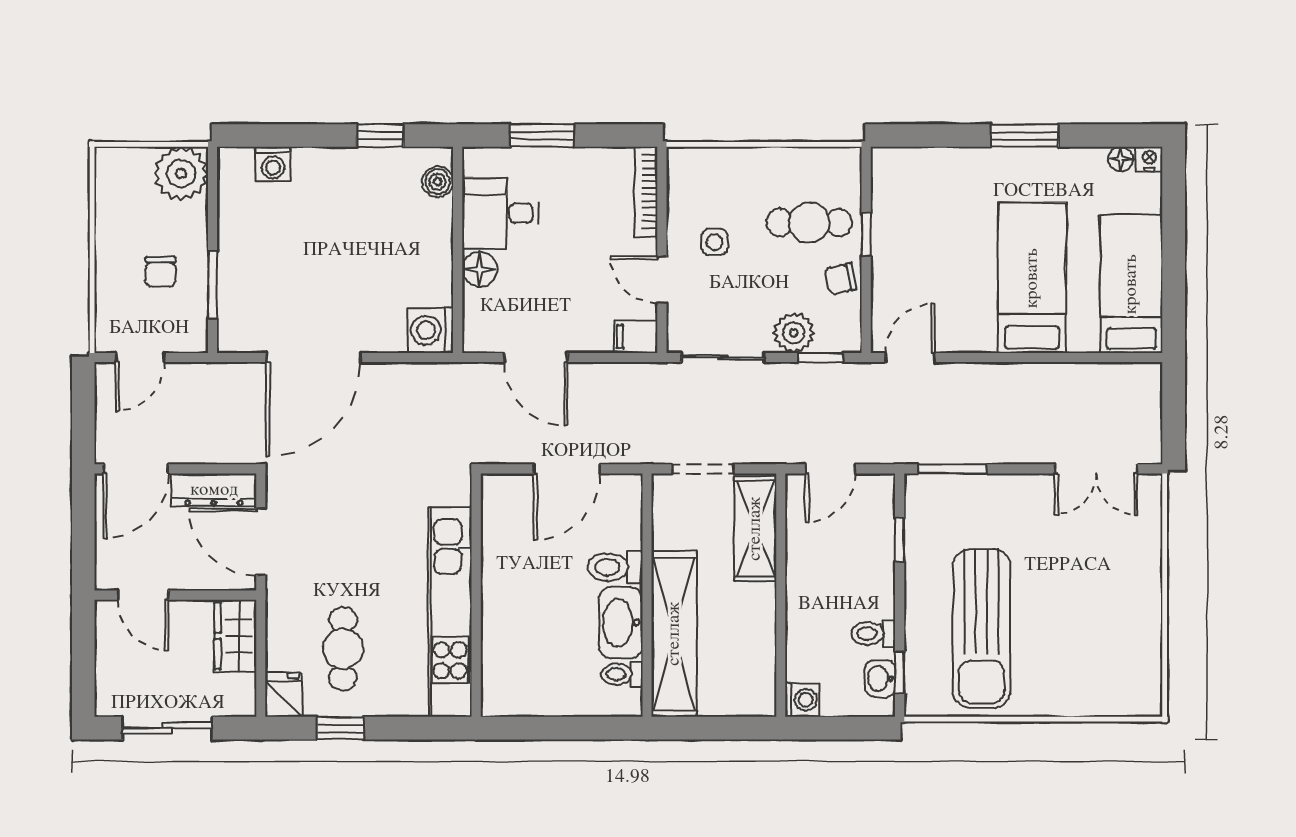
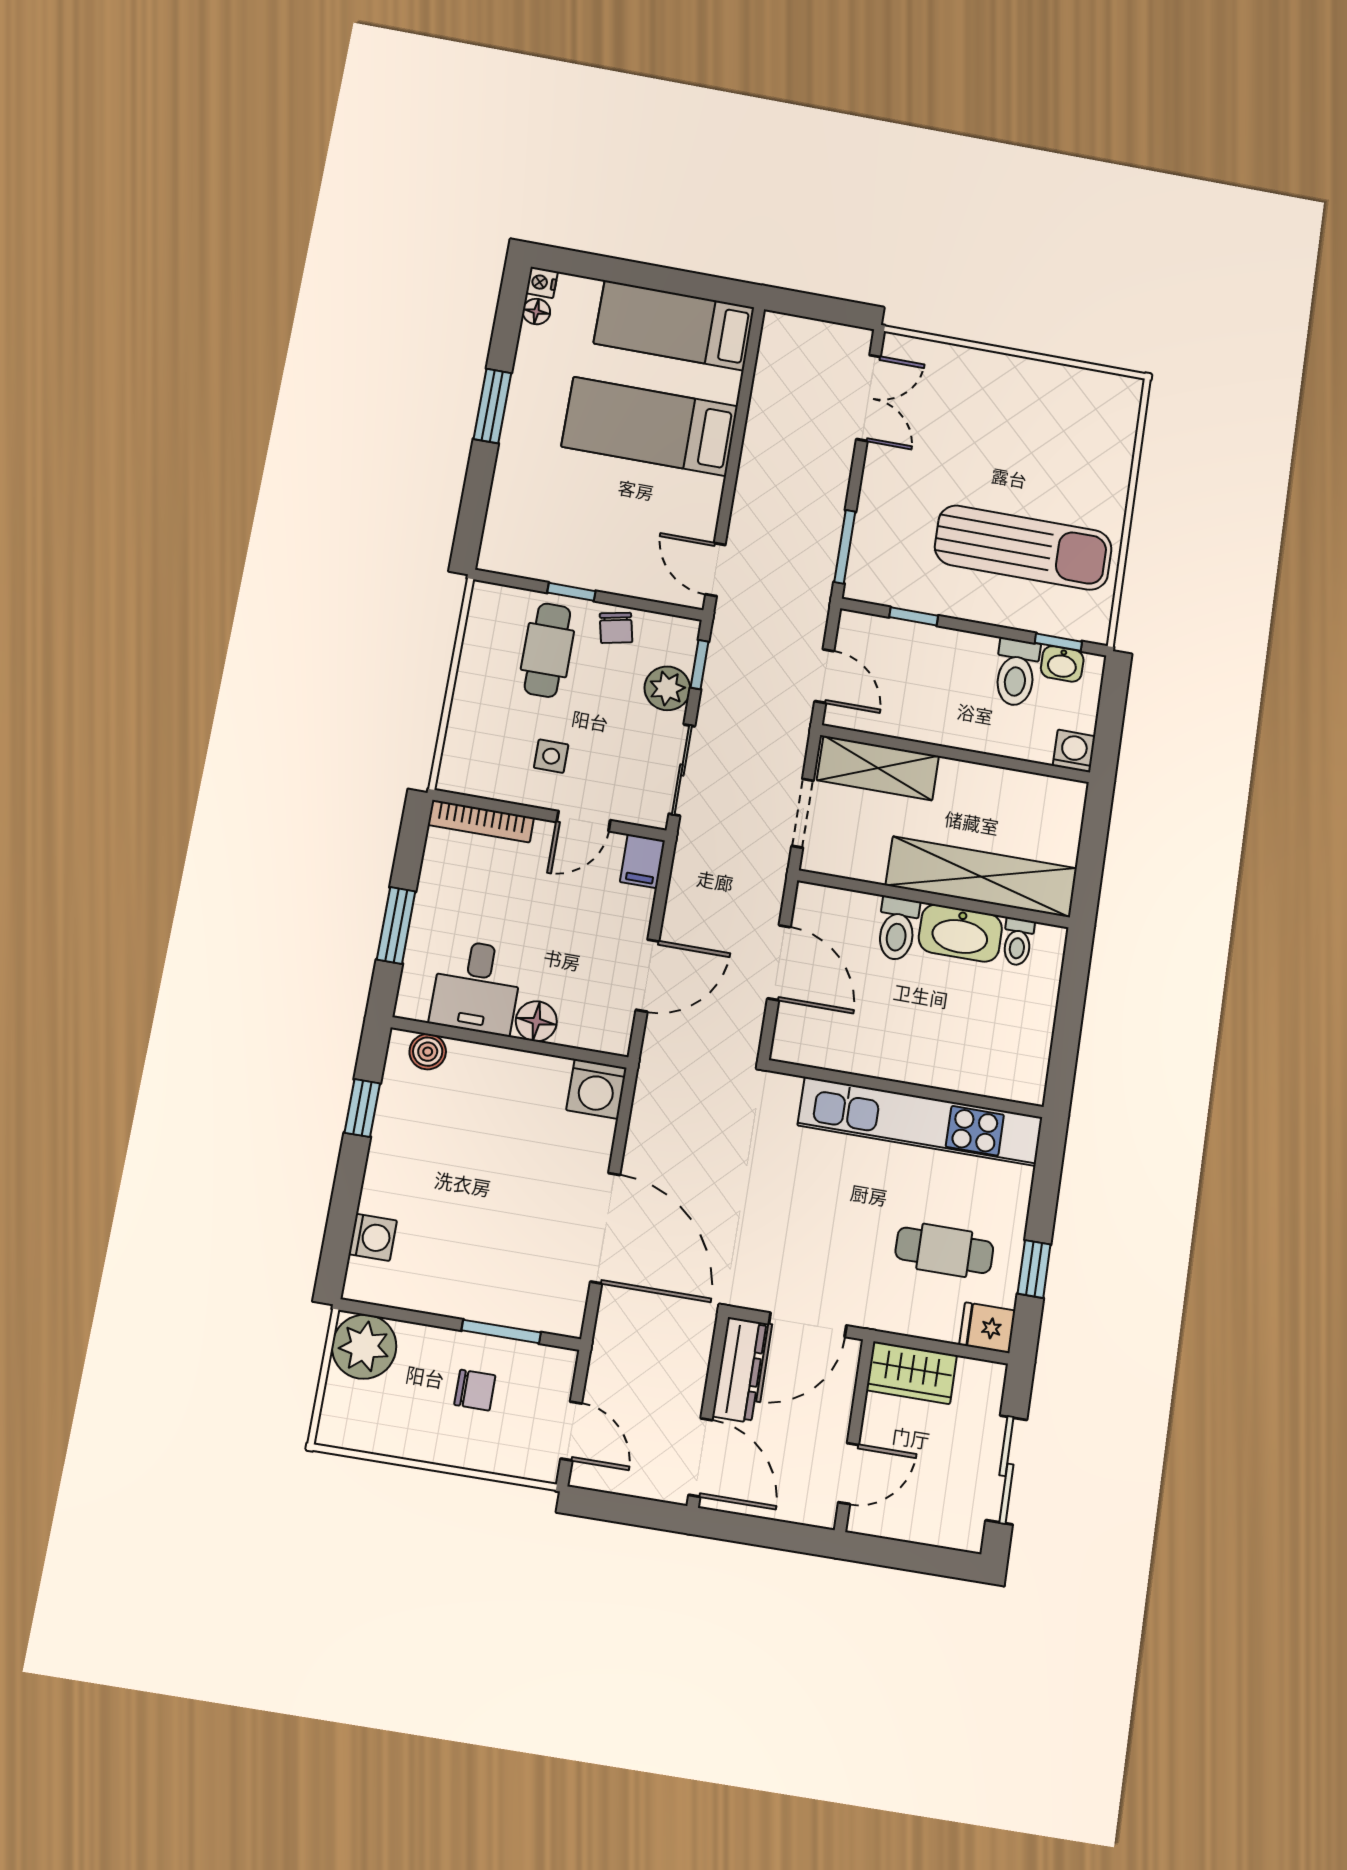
toilet: (873, 633) -> (1016, 672), width x1.37, depth x1.39

